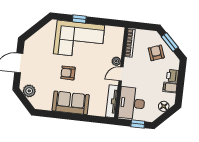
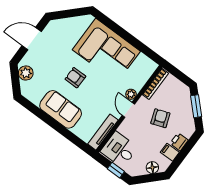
window: (79, 19) -> (118, 30), removed
armchair: (156, 53) -> (160, 118), moved
door: (121, 74) -> (128, 110), hinge flipped
desk: (132, 103) -> (119, 150), width x0.73

